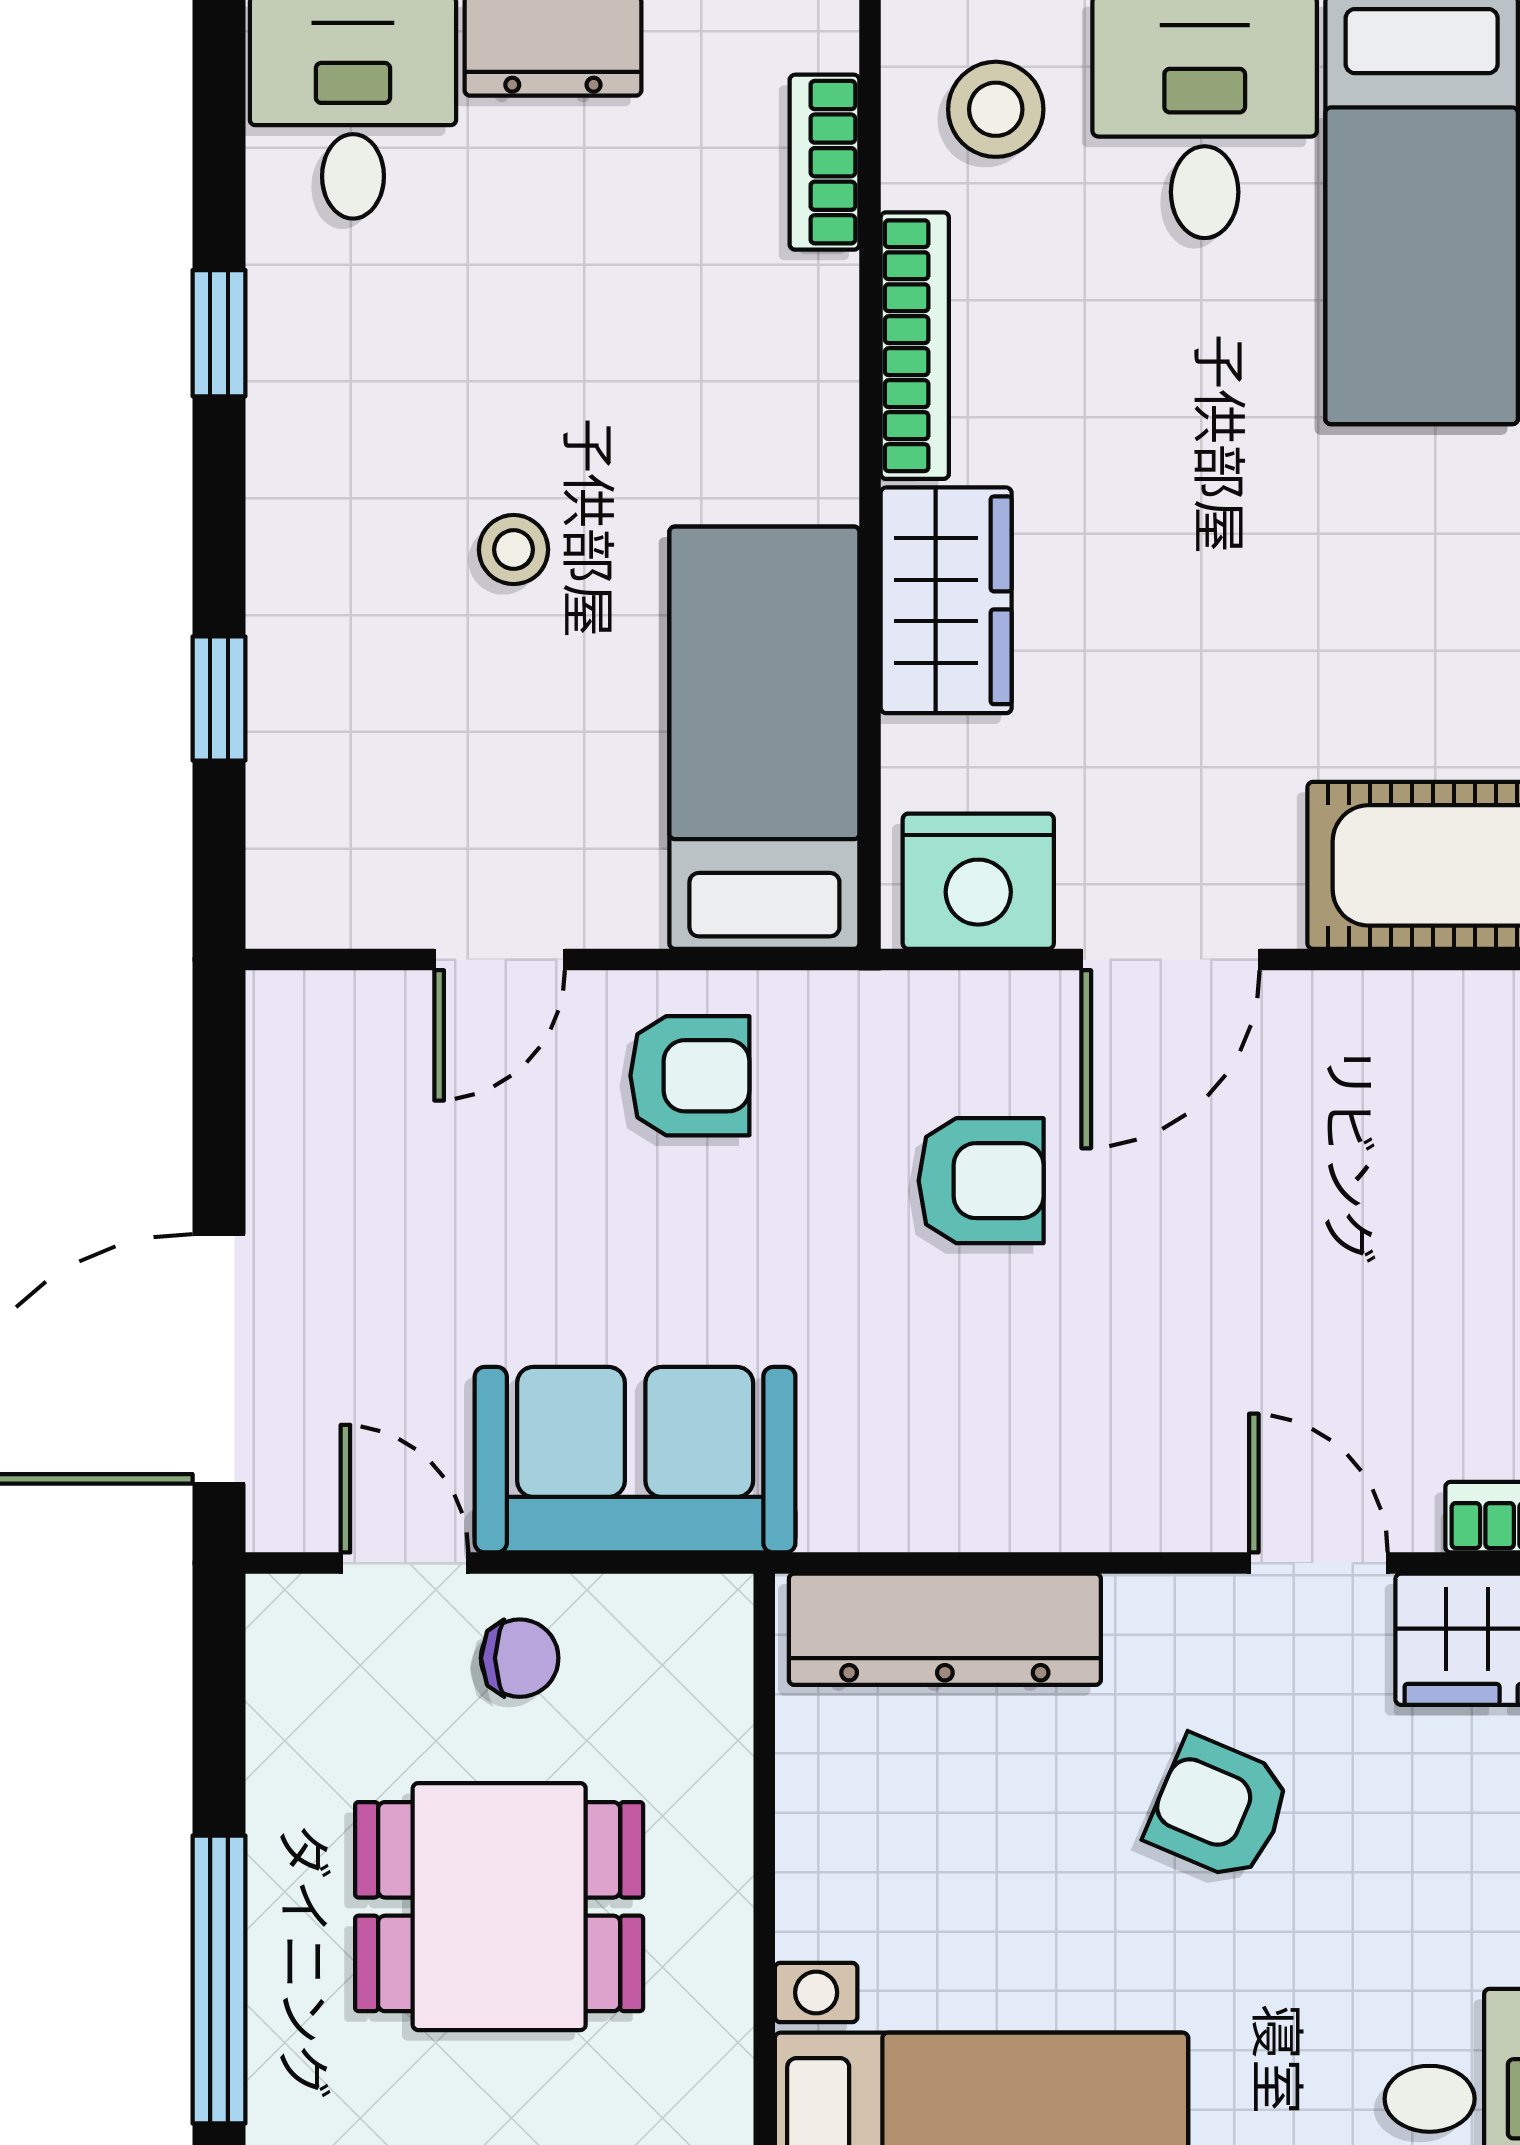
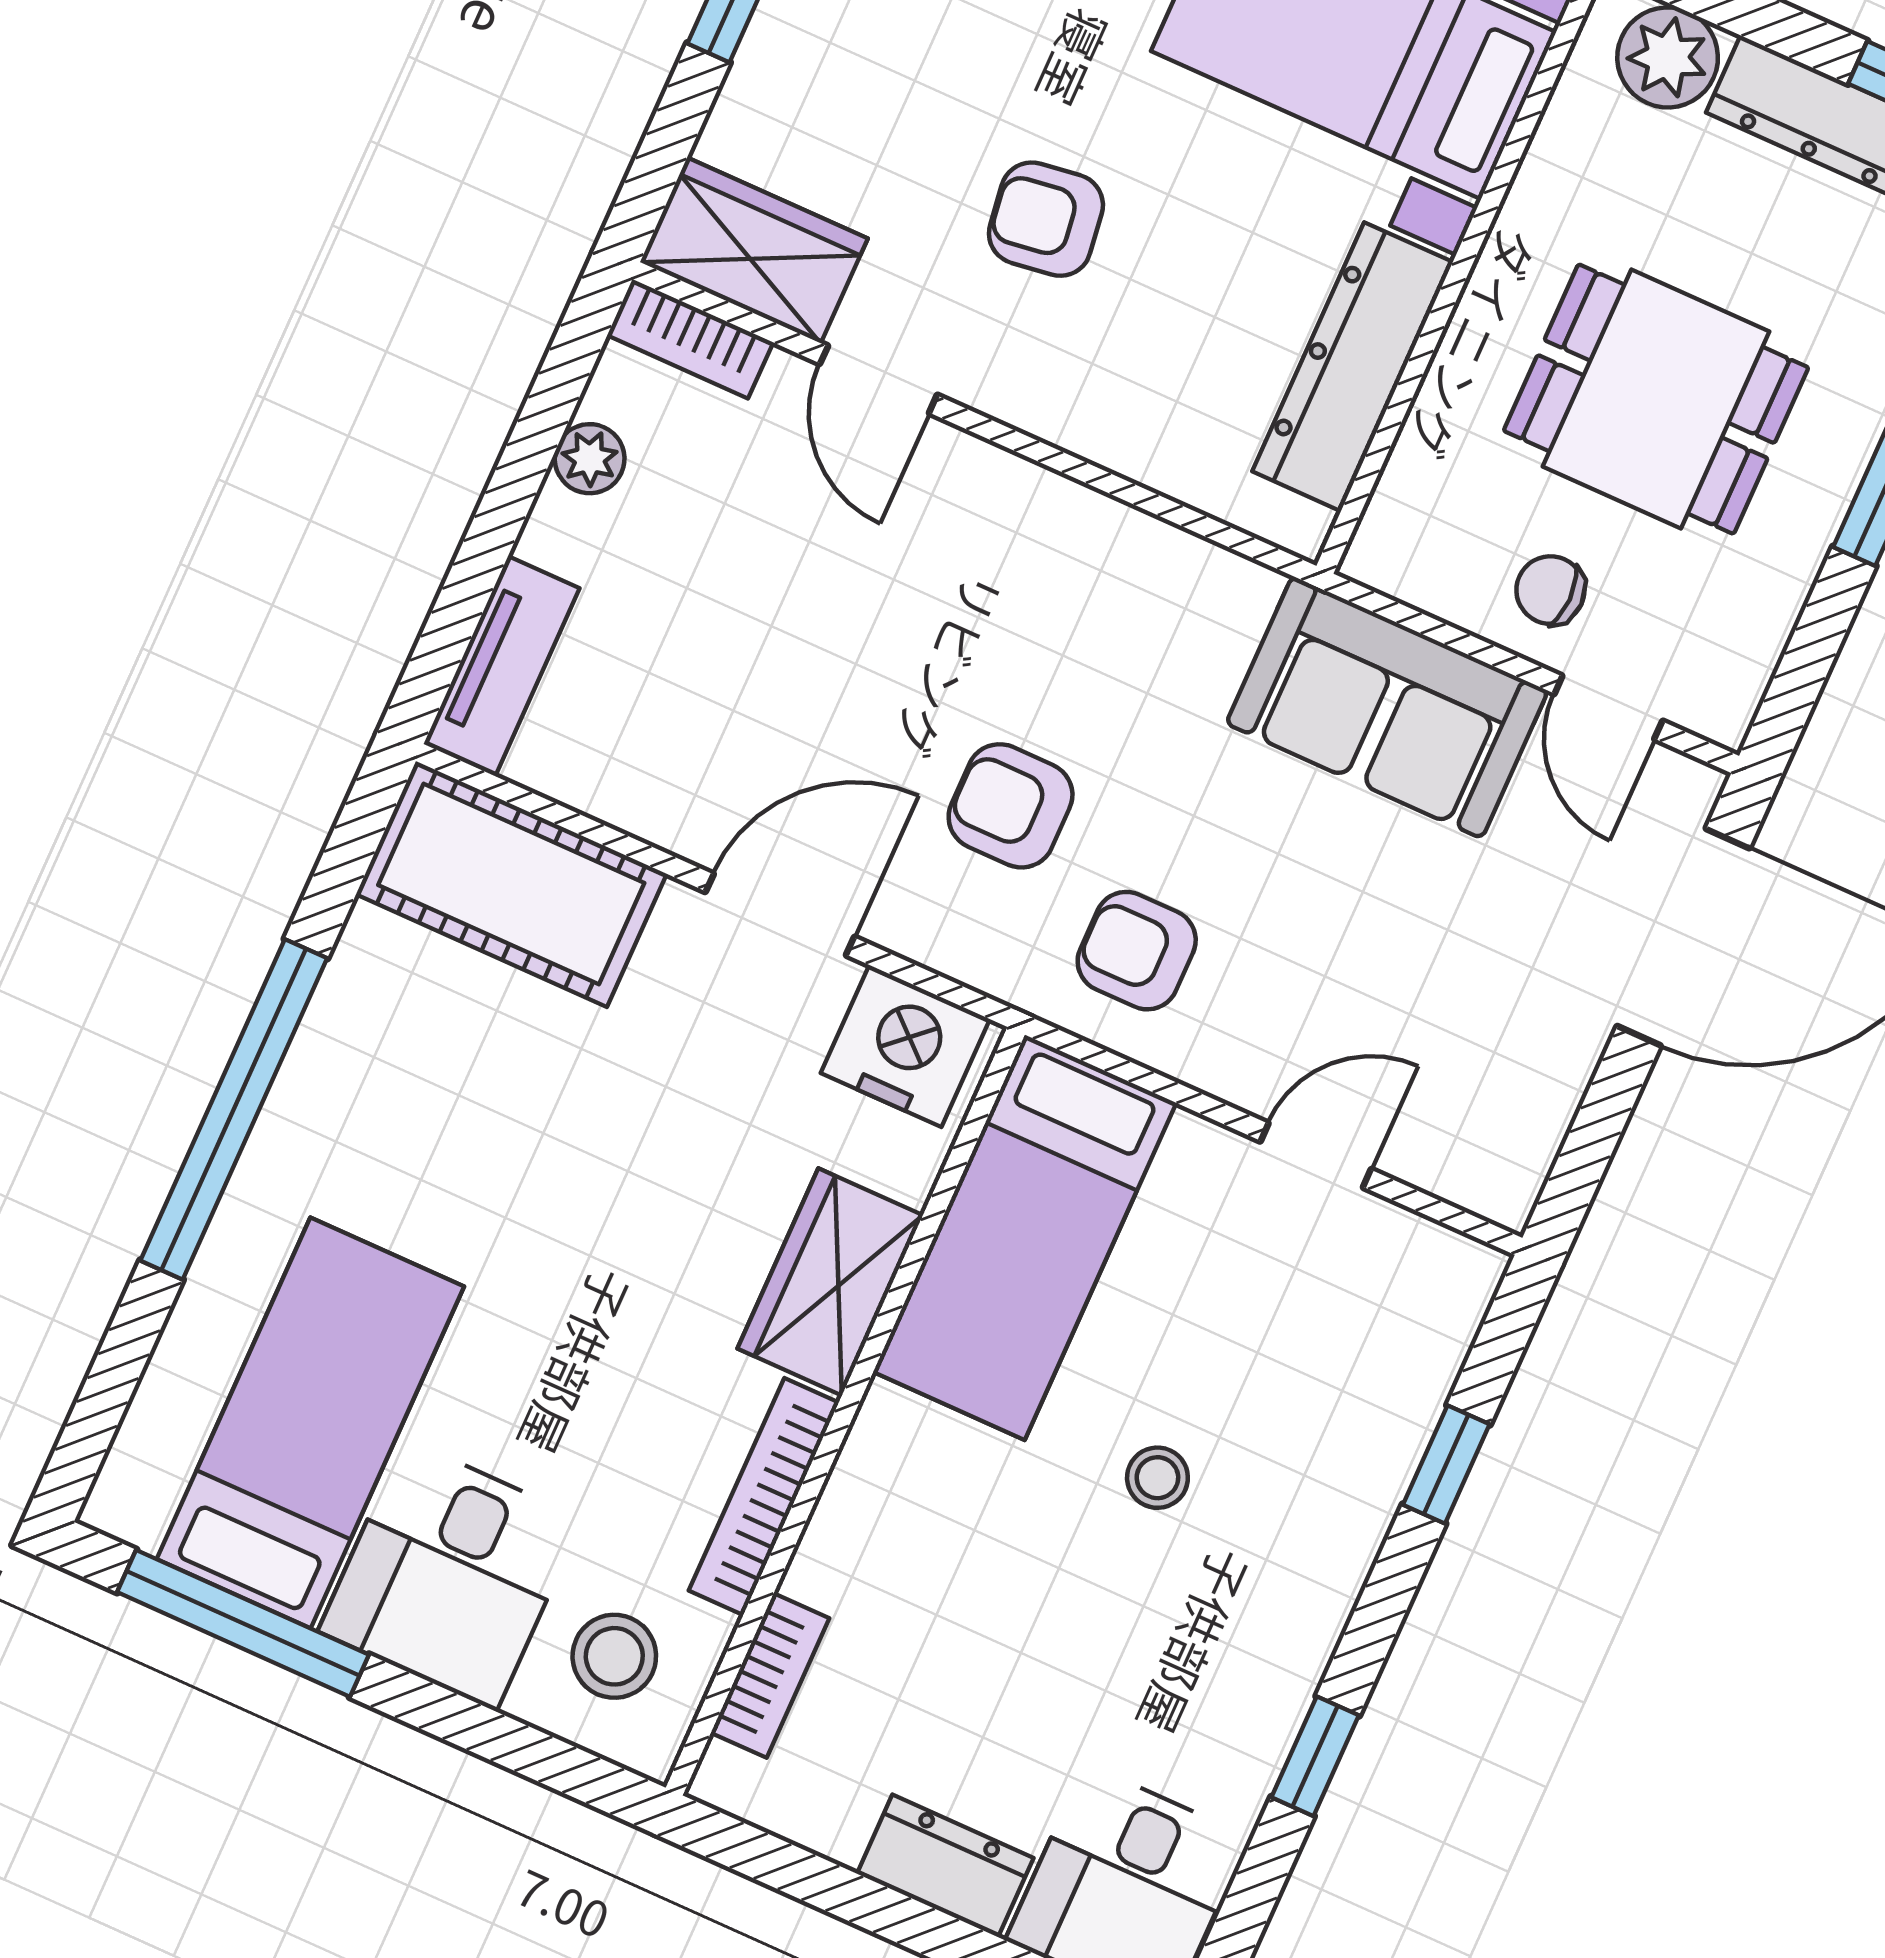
armchair: (690, 1076) -> (1137, 951), moved
dresser: (945, 1629) -> (1353, 367), moved, turned -90
armchair: (1219, 1808) -> (1046, 219), turned 149

